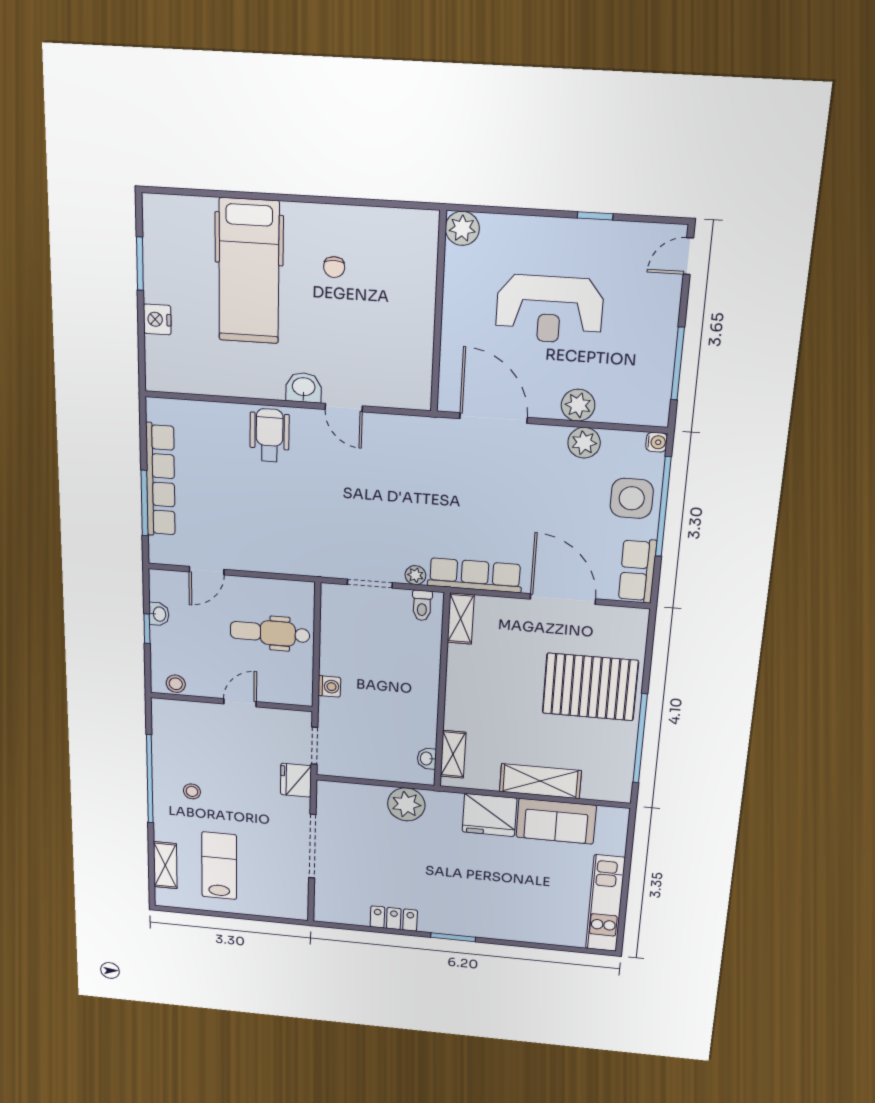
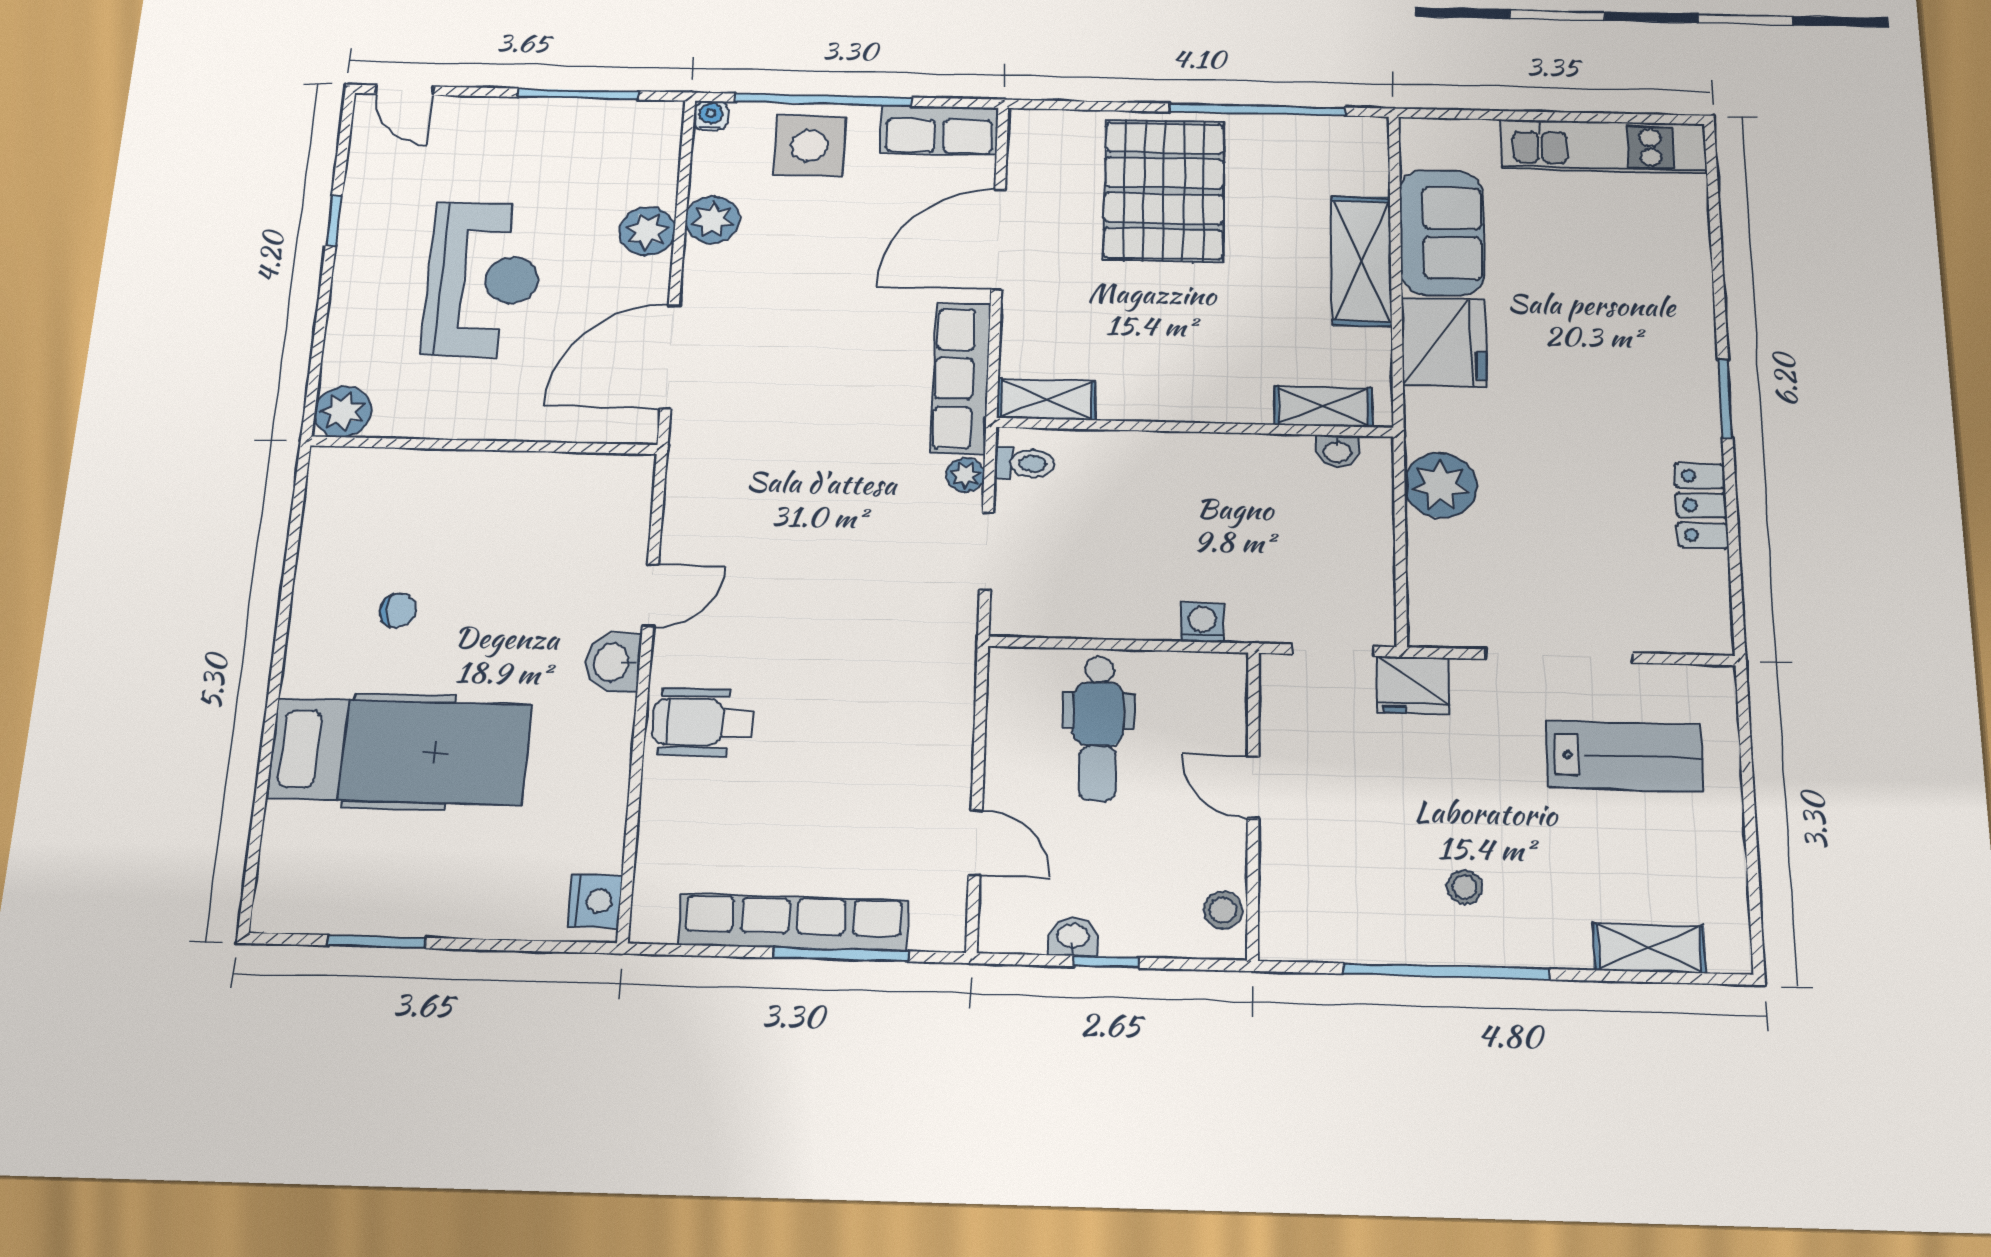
nightstand: (157, 319) -> (595, 901), moved, turned -90
lab bench: (219, 866) -> (1624, 756), moved, turned 180

